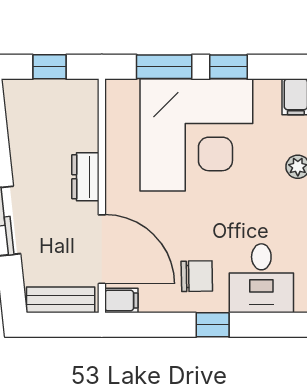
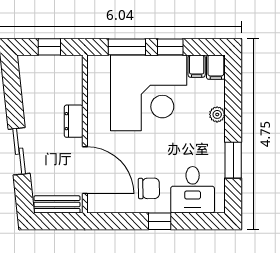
filing cabinet: (121, 300) -> (197, 66), moved, turned 90

